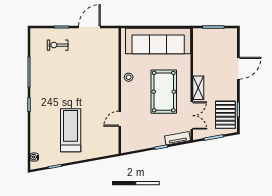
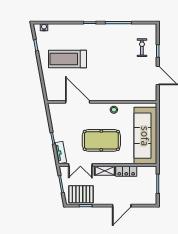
locker: (199, 63) -> (126, 171), added
door: (238, 68) -> (122, 206), hinge flipped
door: (120, 119) -> (78, 102), width x1.88
treadmill: (71, 130) -> (68, 59), turned 180

